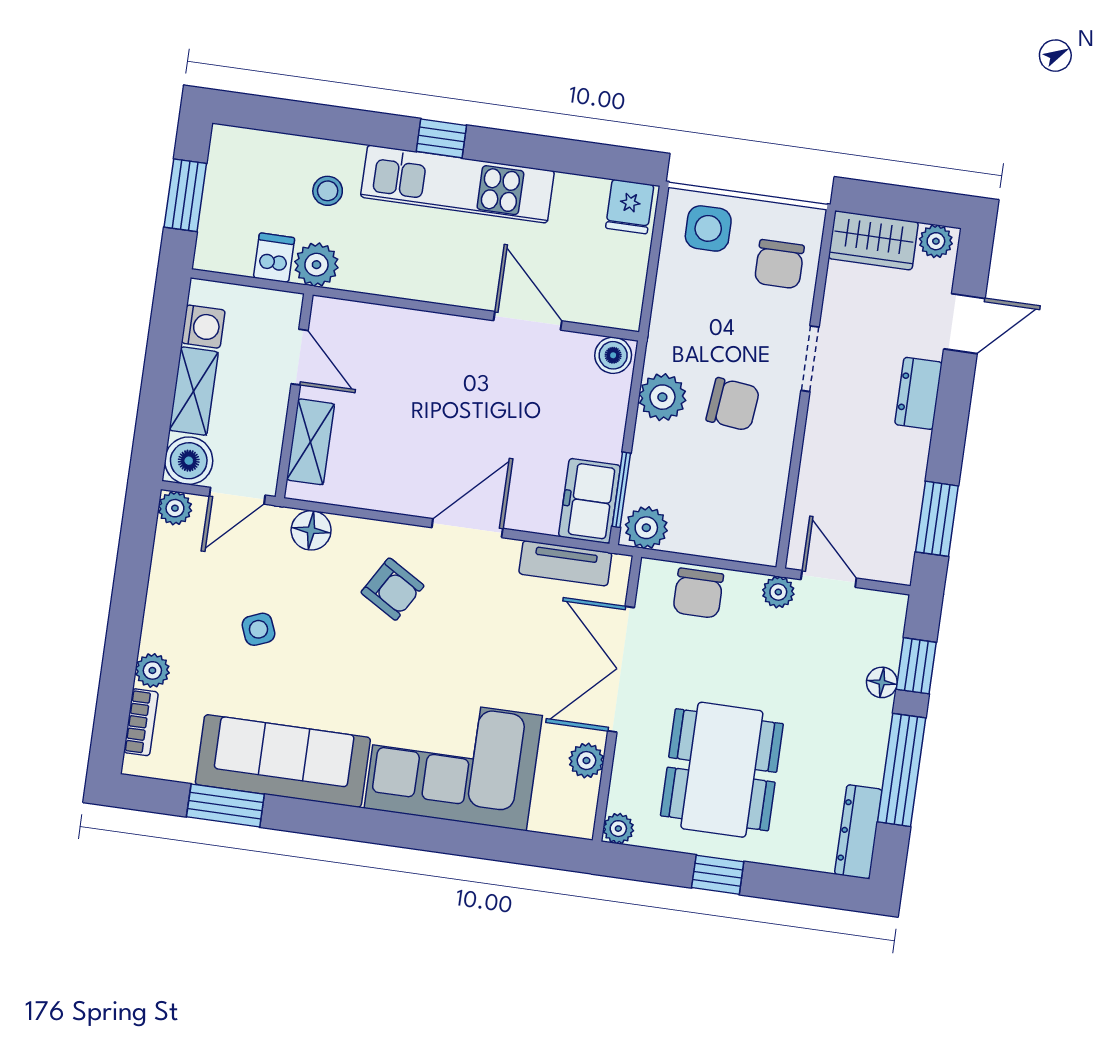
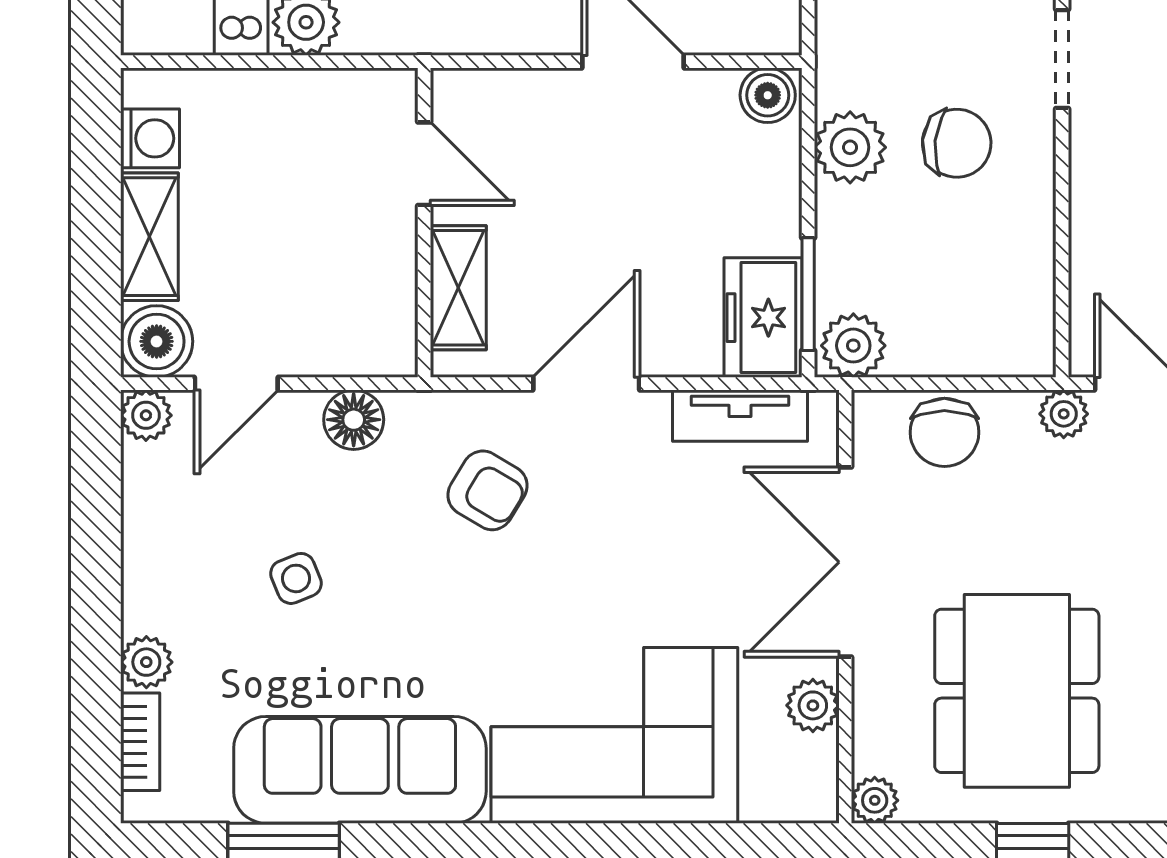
door: (300, 357) -> (424, 164), moved
wall: (294, 396) -> (424, 223), moved
shelving: (311, 442) -> (458, 288), moved

